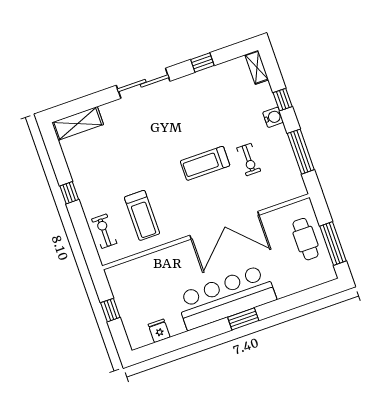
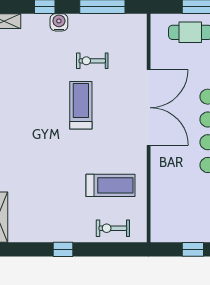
exercise bike: (249, 160) -> (92, 61), turned 180
treadmill: (205, 163) -> (81, 105), turned 180

